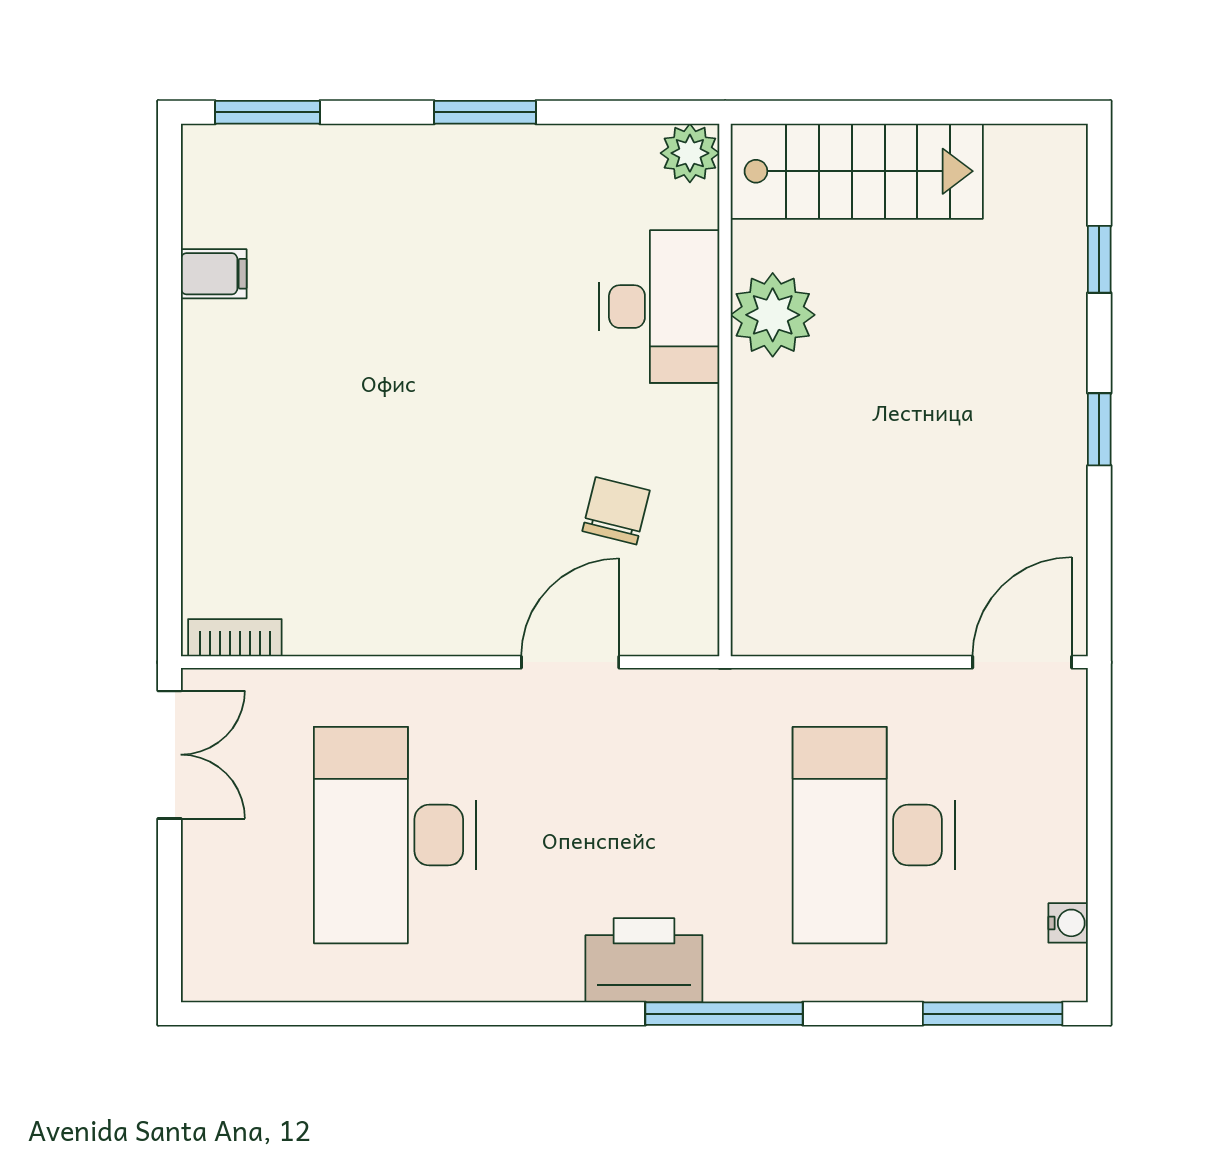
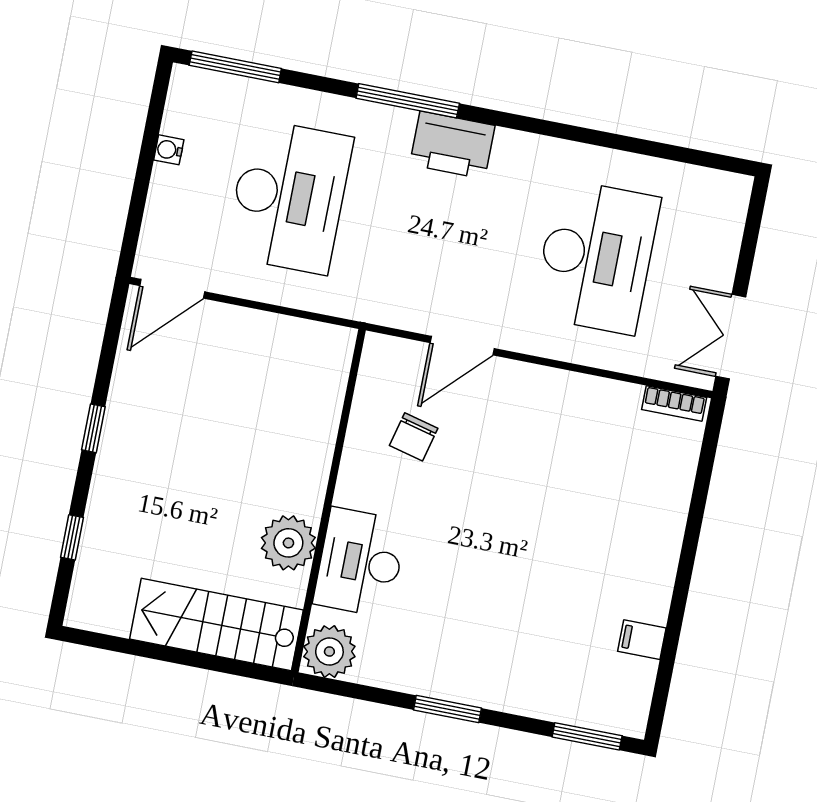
plant: (690, 153) -> (329, 652), width x1.36, depth x1.36
water cooler: (1068, 923) -> (169, 150), moved

